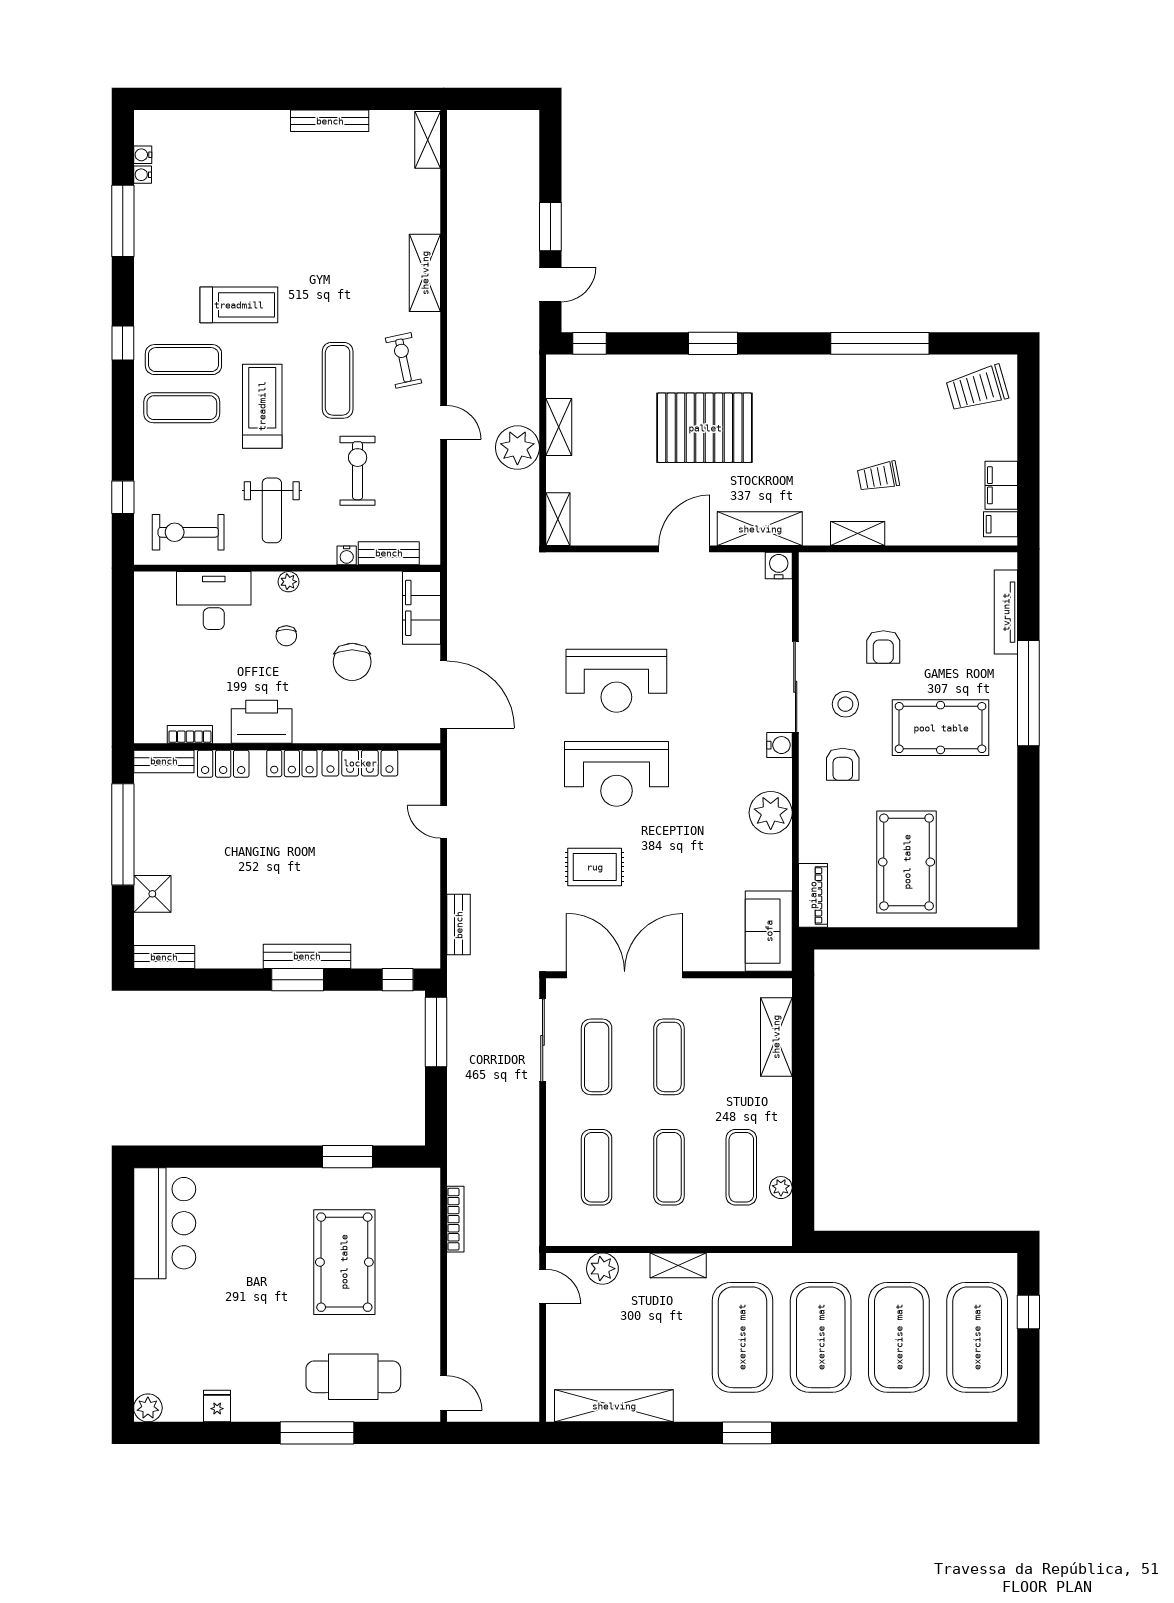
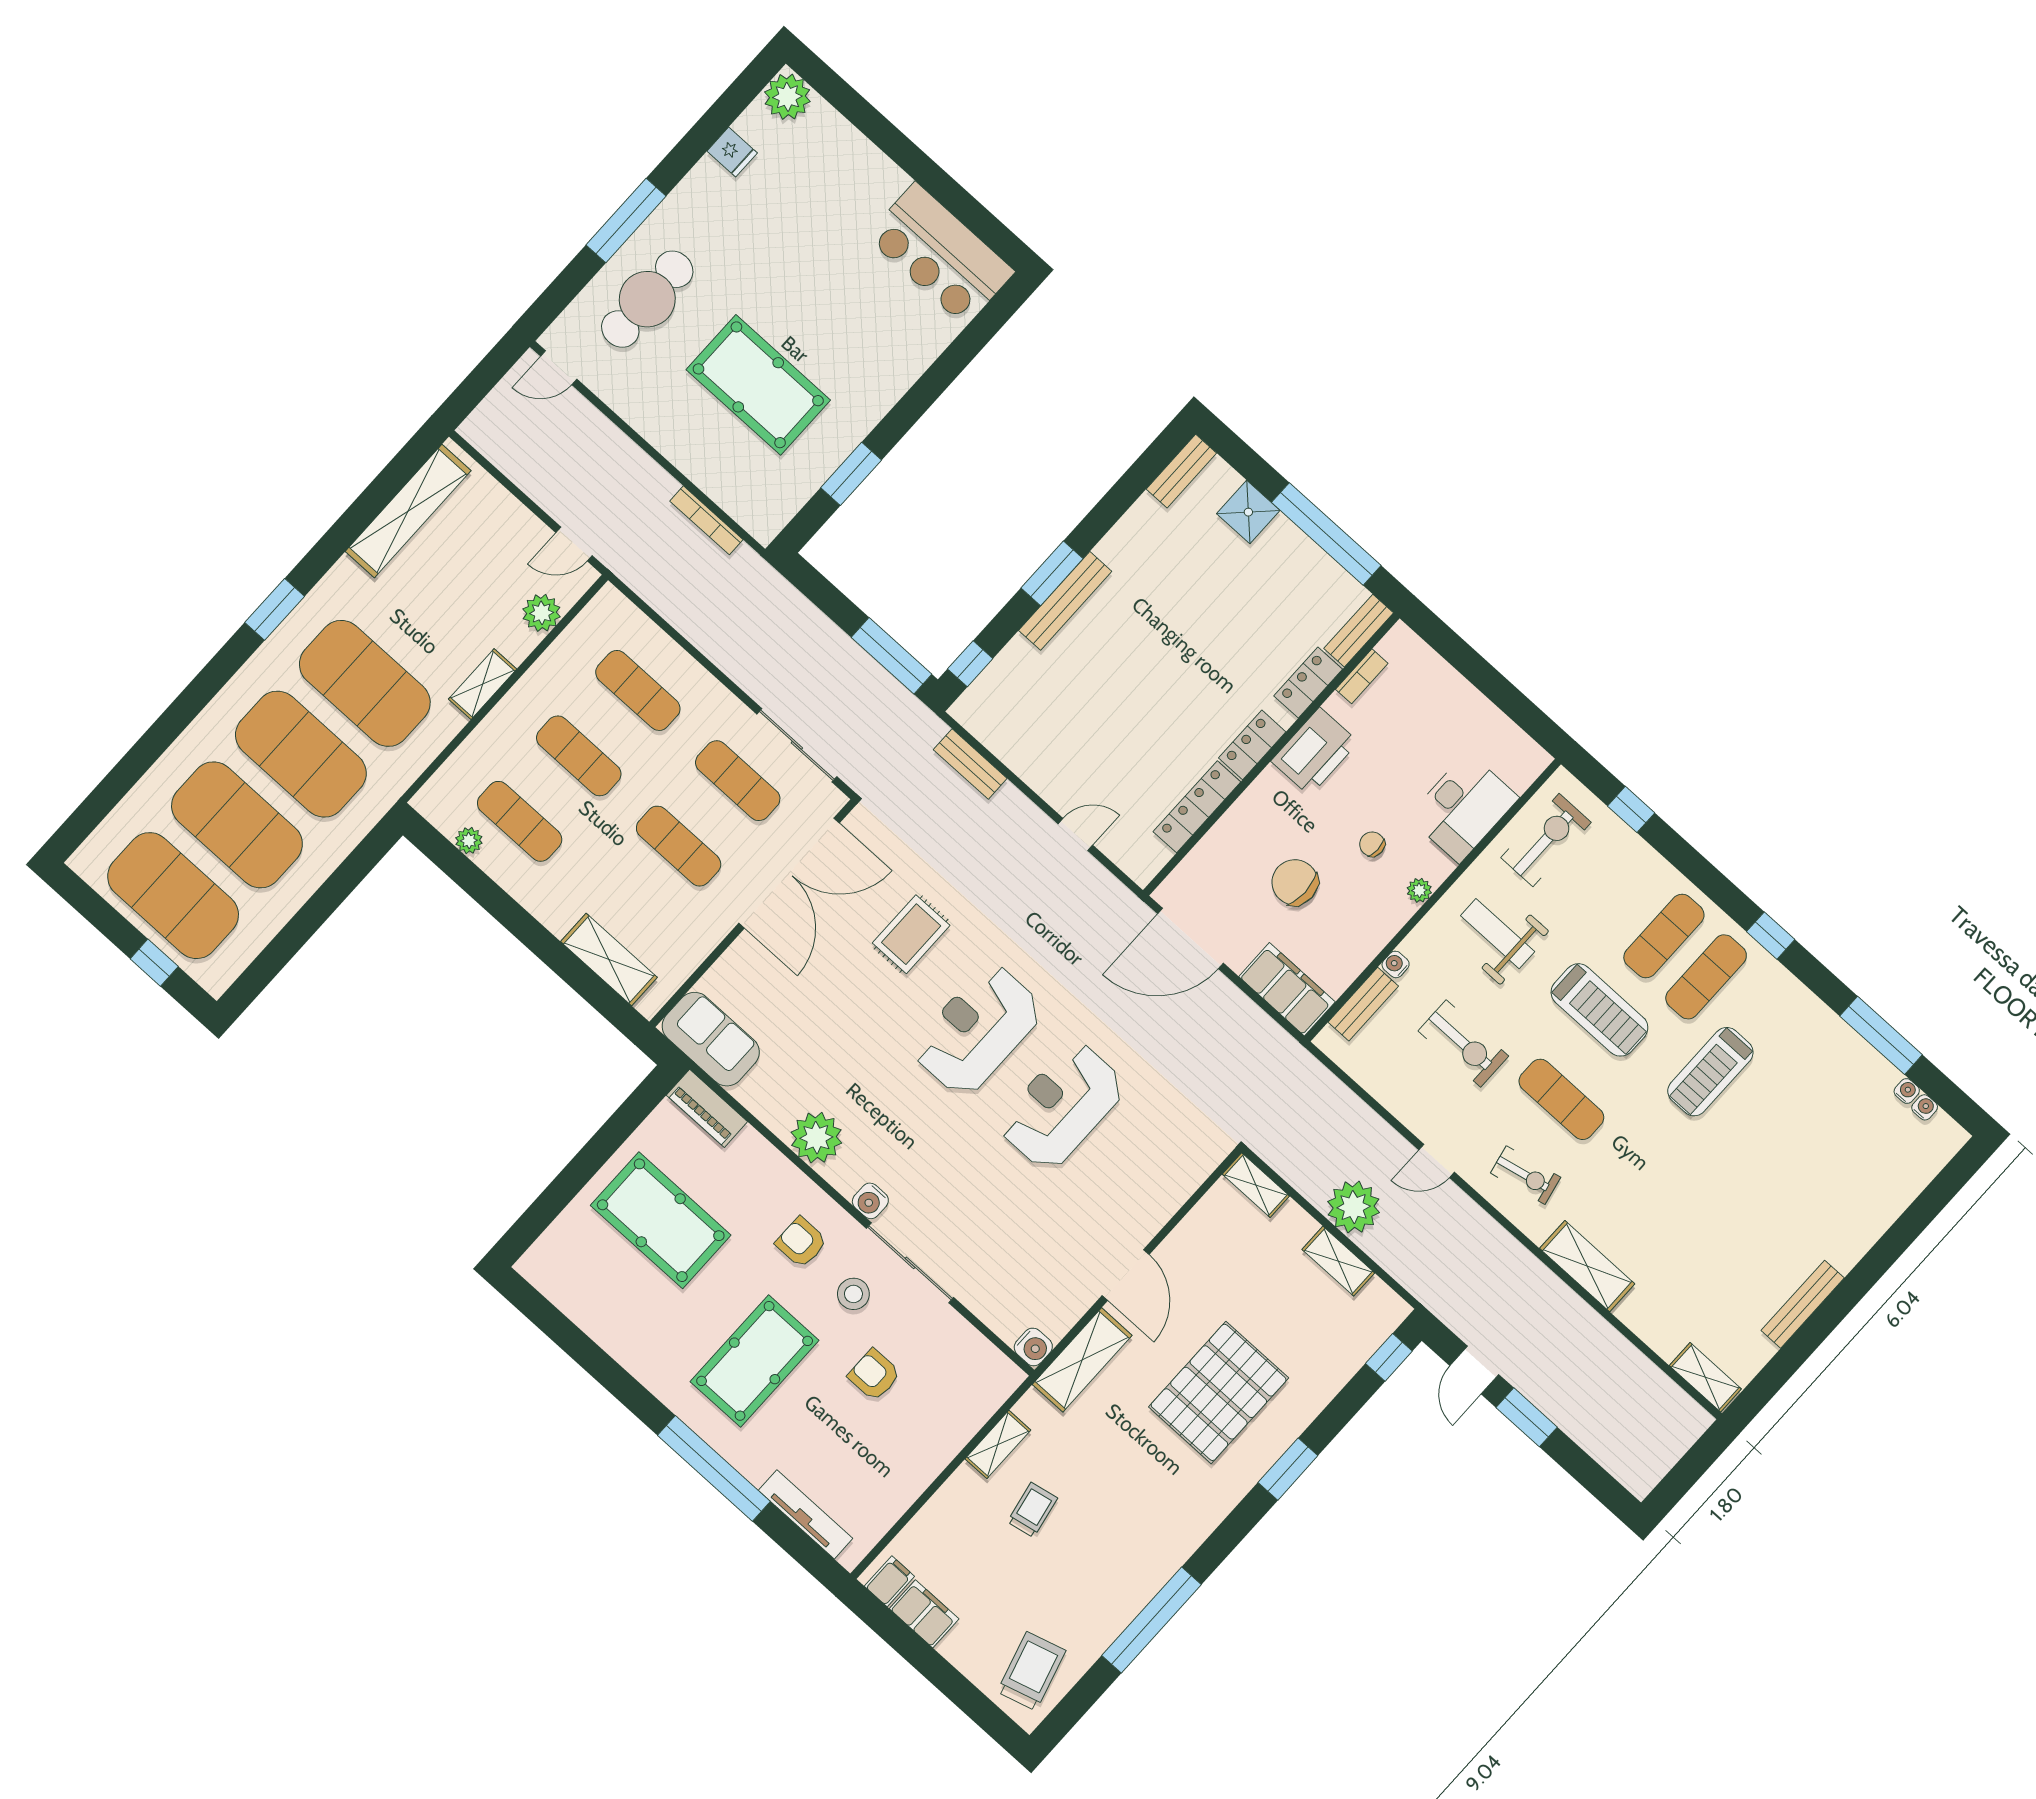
plant: (148, 1408) -> (787, 97), width x1.36, depth x1.36

